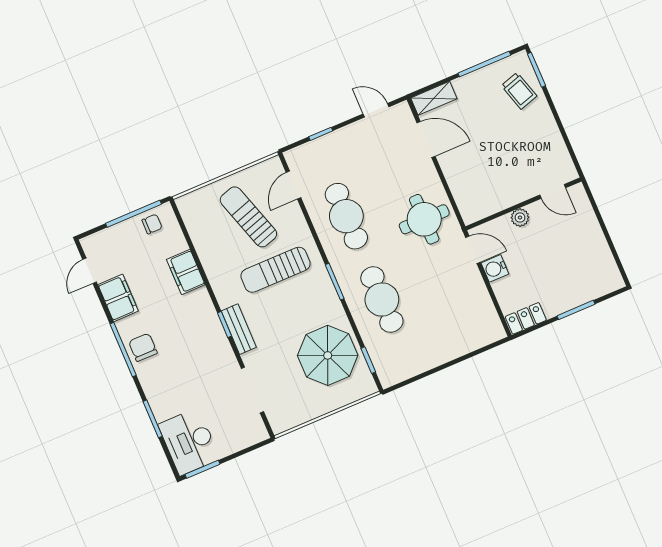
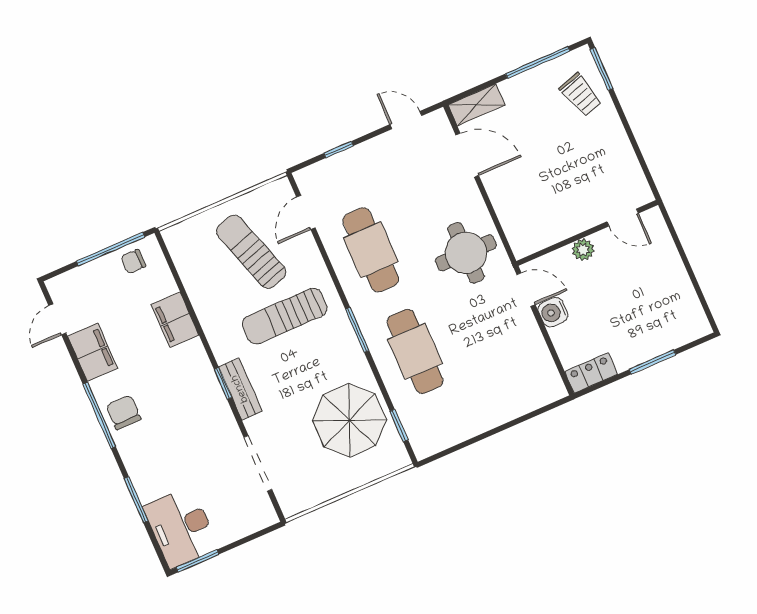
chair: (152, 224) -> (133, 262), turned 180

